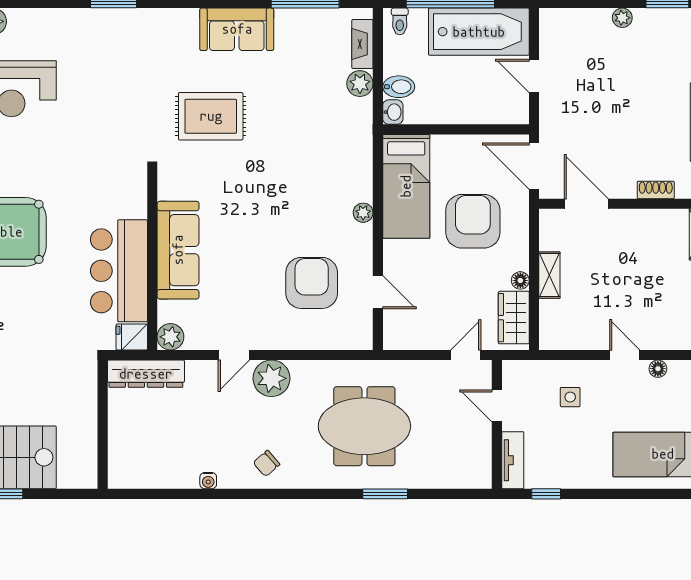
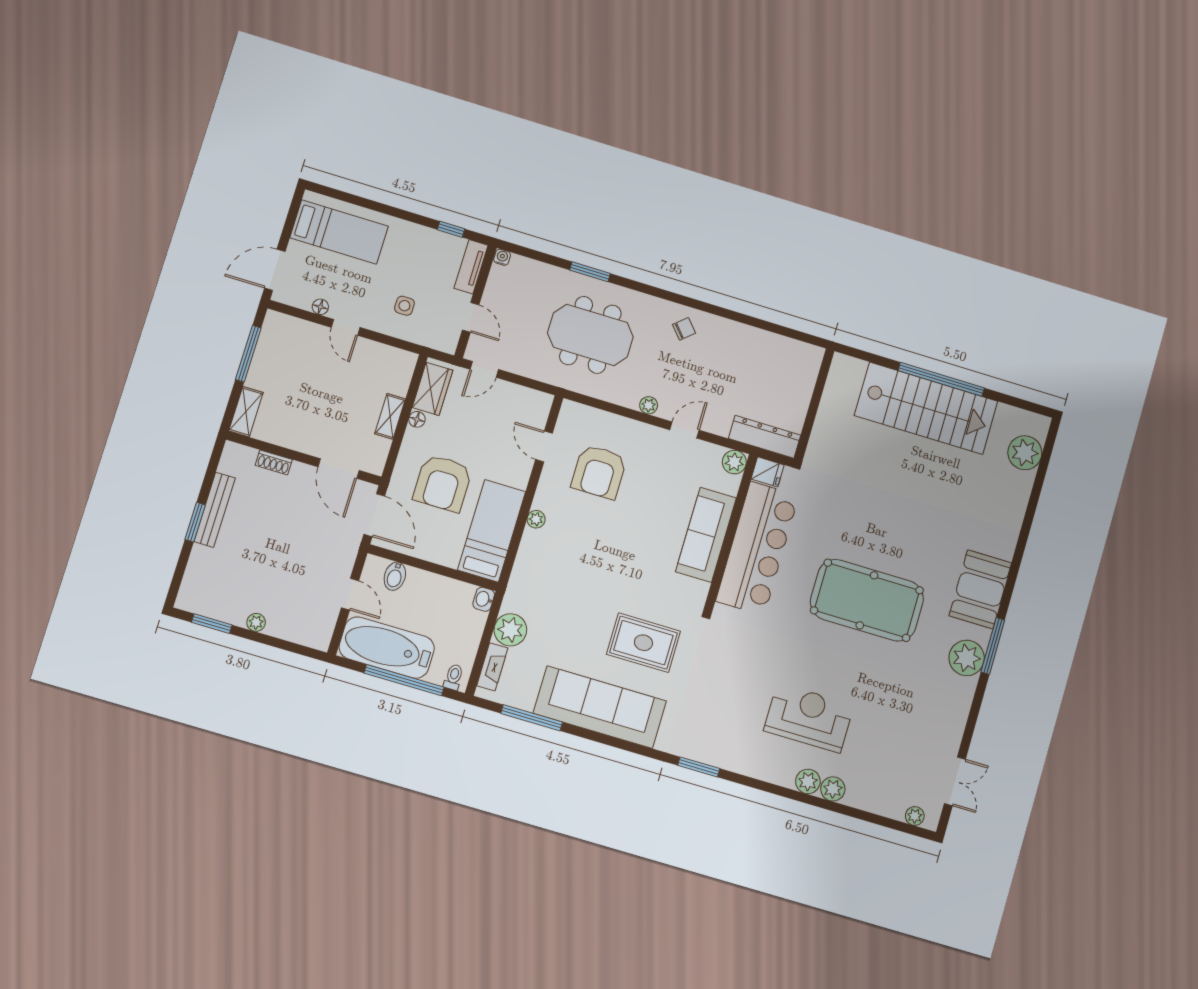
sofa: (237, 29) -> (600, 707), width x1.85, depth x1.27
plant: (360, 84) -> (510, 630), width x1.36, depth x1.36
bidet: (399, 87) -> (395, 576), moved, turned -90
bar counter: (119, 271) -> (757, 548), width x1.36
plant: (271, 378) -> (649, 405), width x0.53, depth x0.53
water cooler: (208, 481) -> (502, 257), moved

